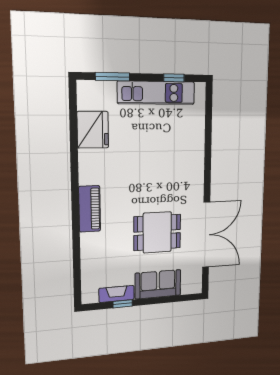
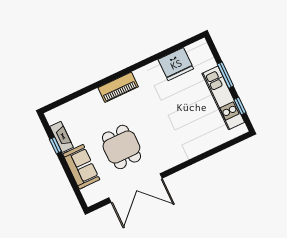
window: (113, 77) -> (225, 75), moved

